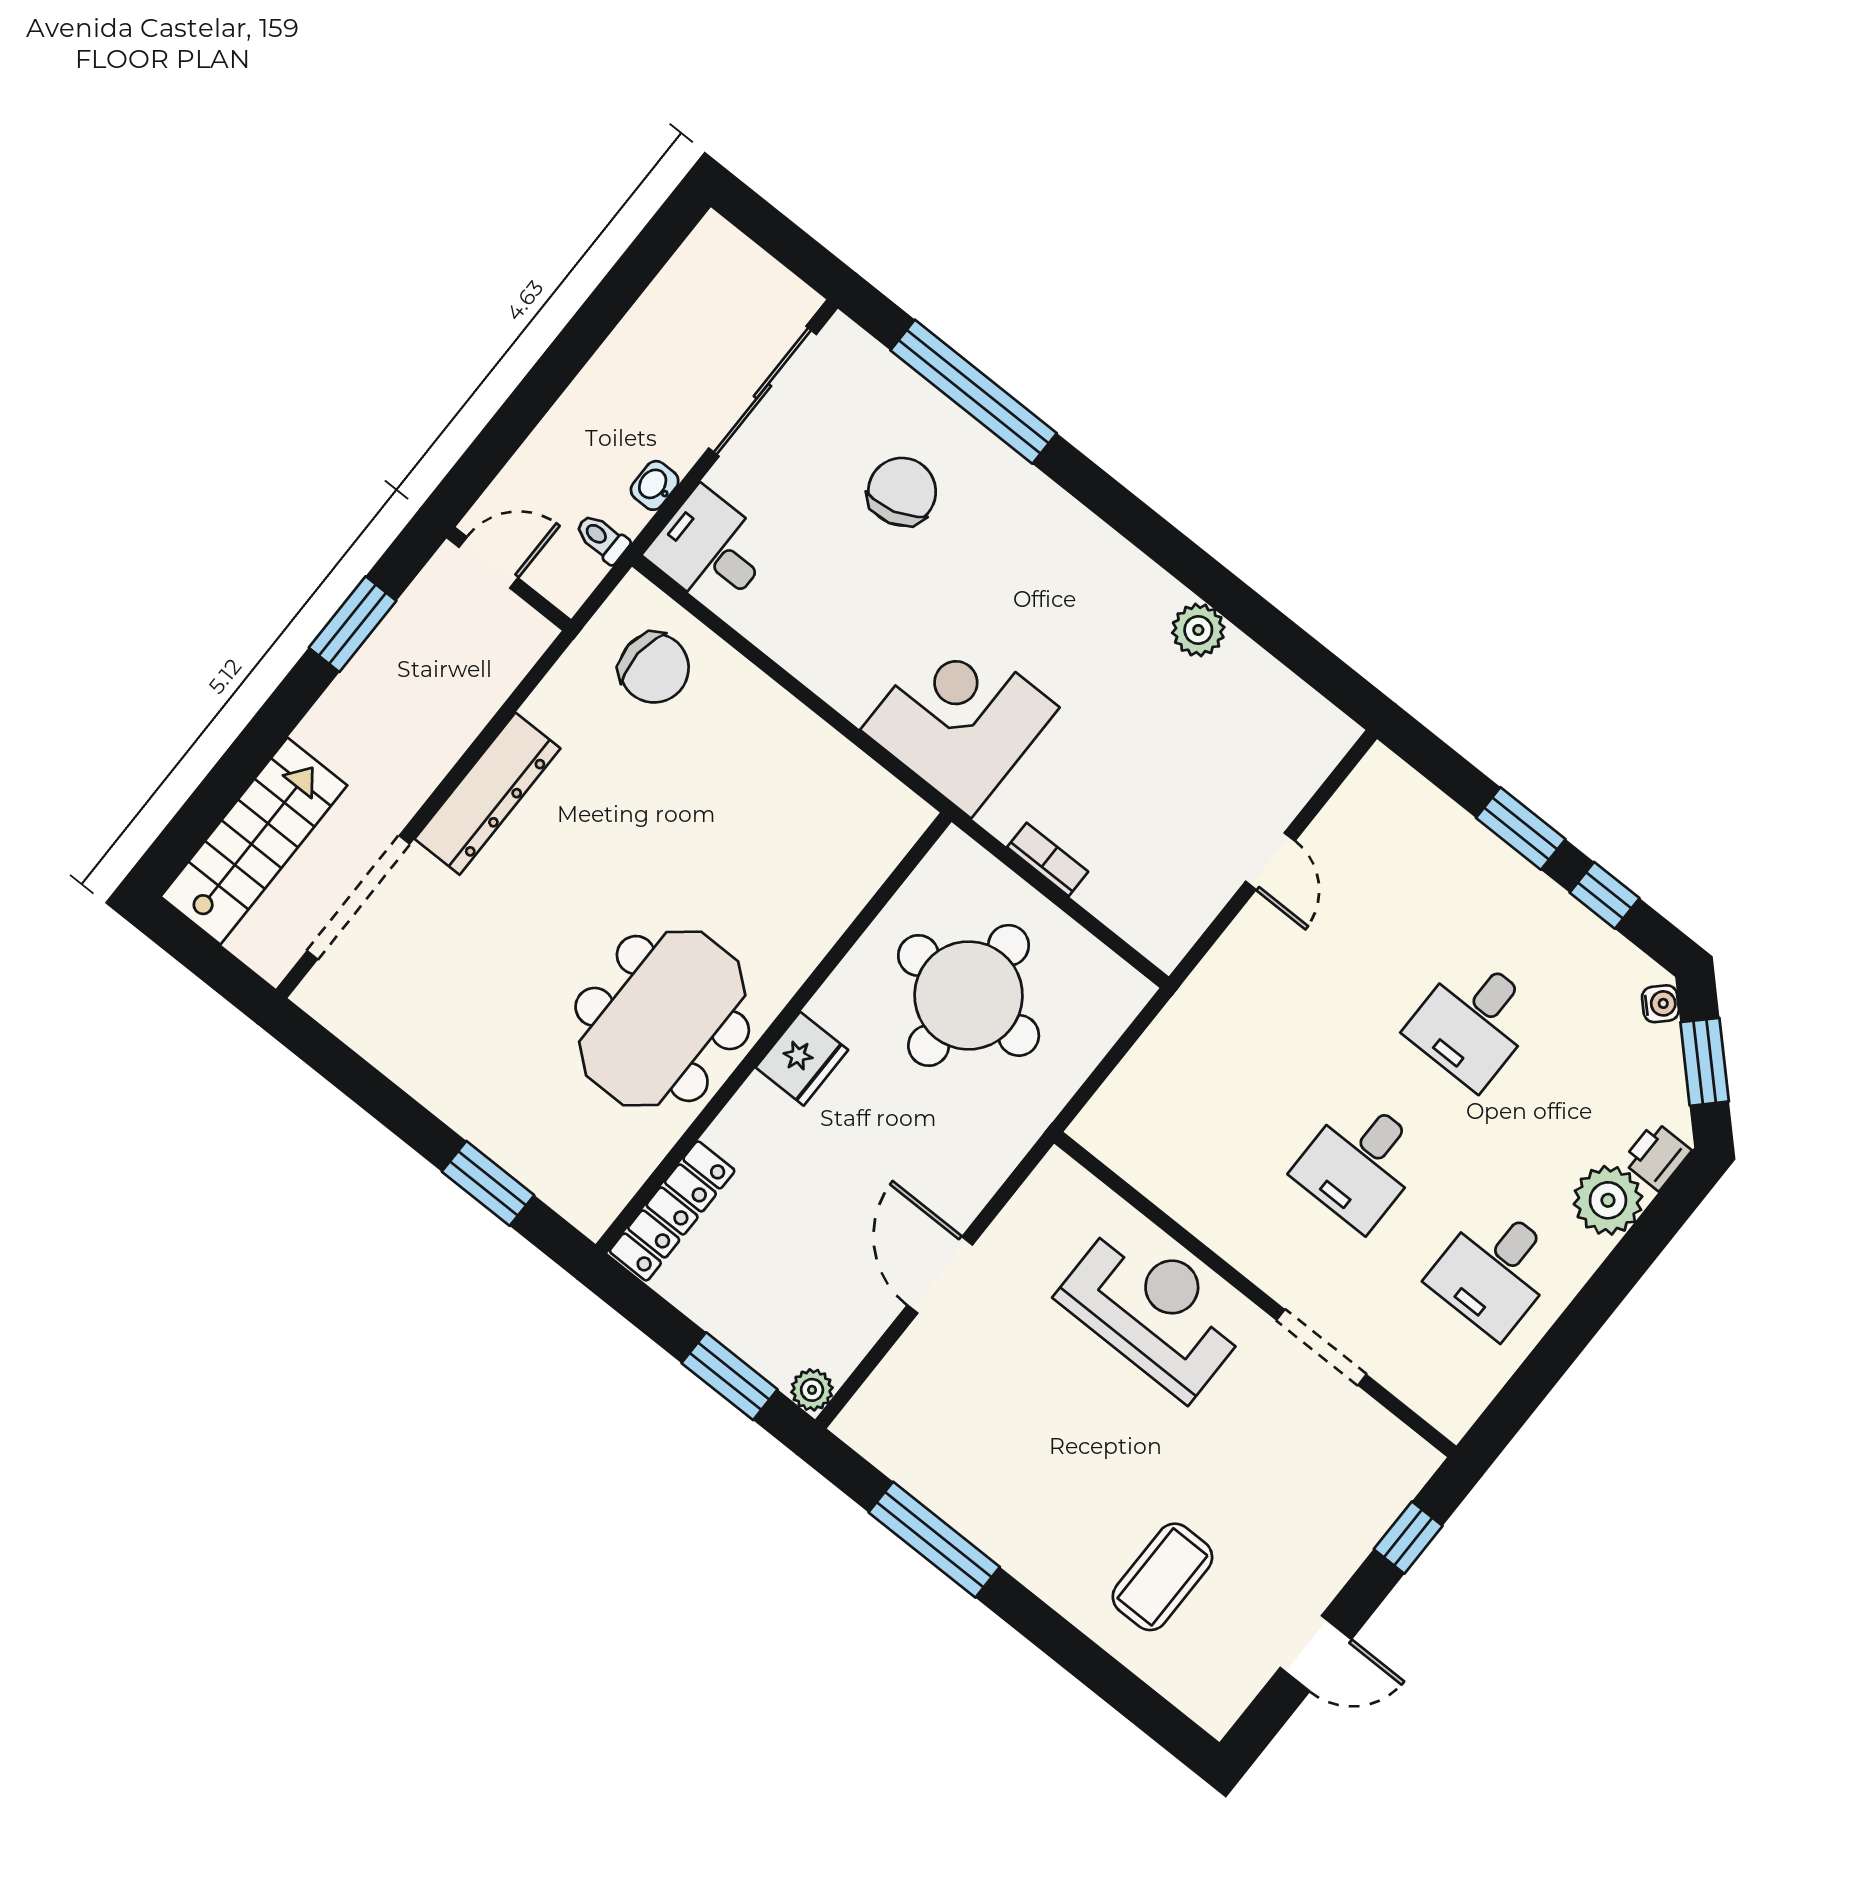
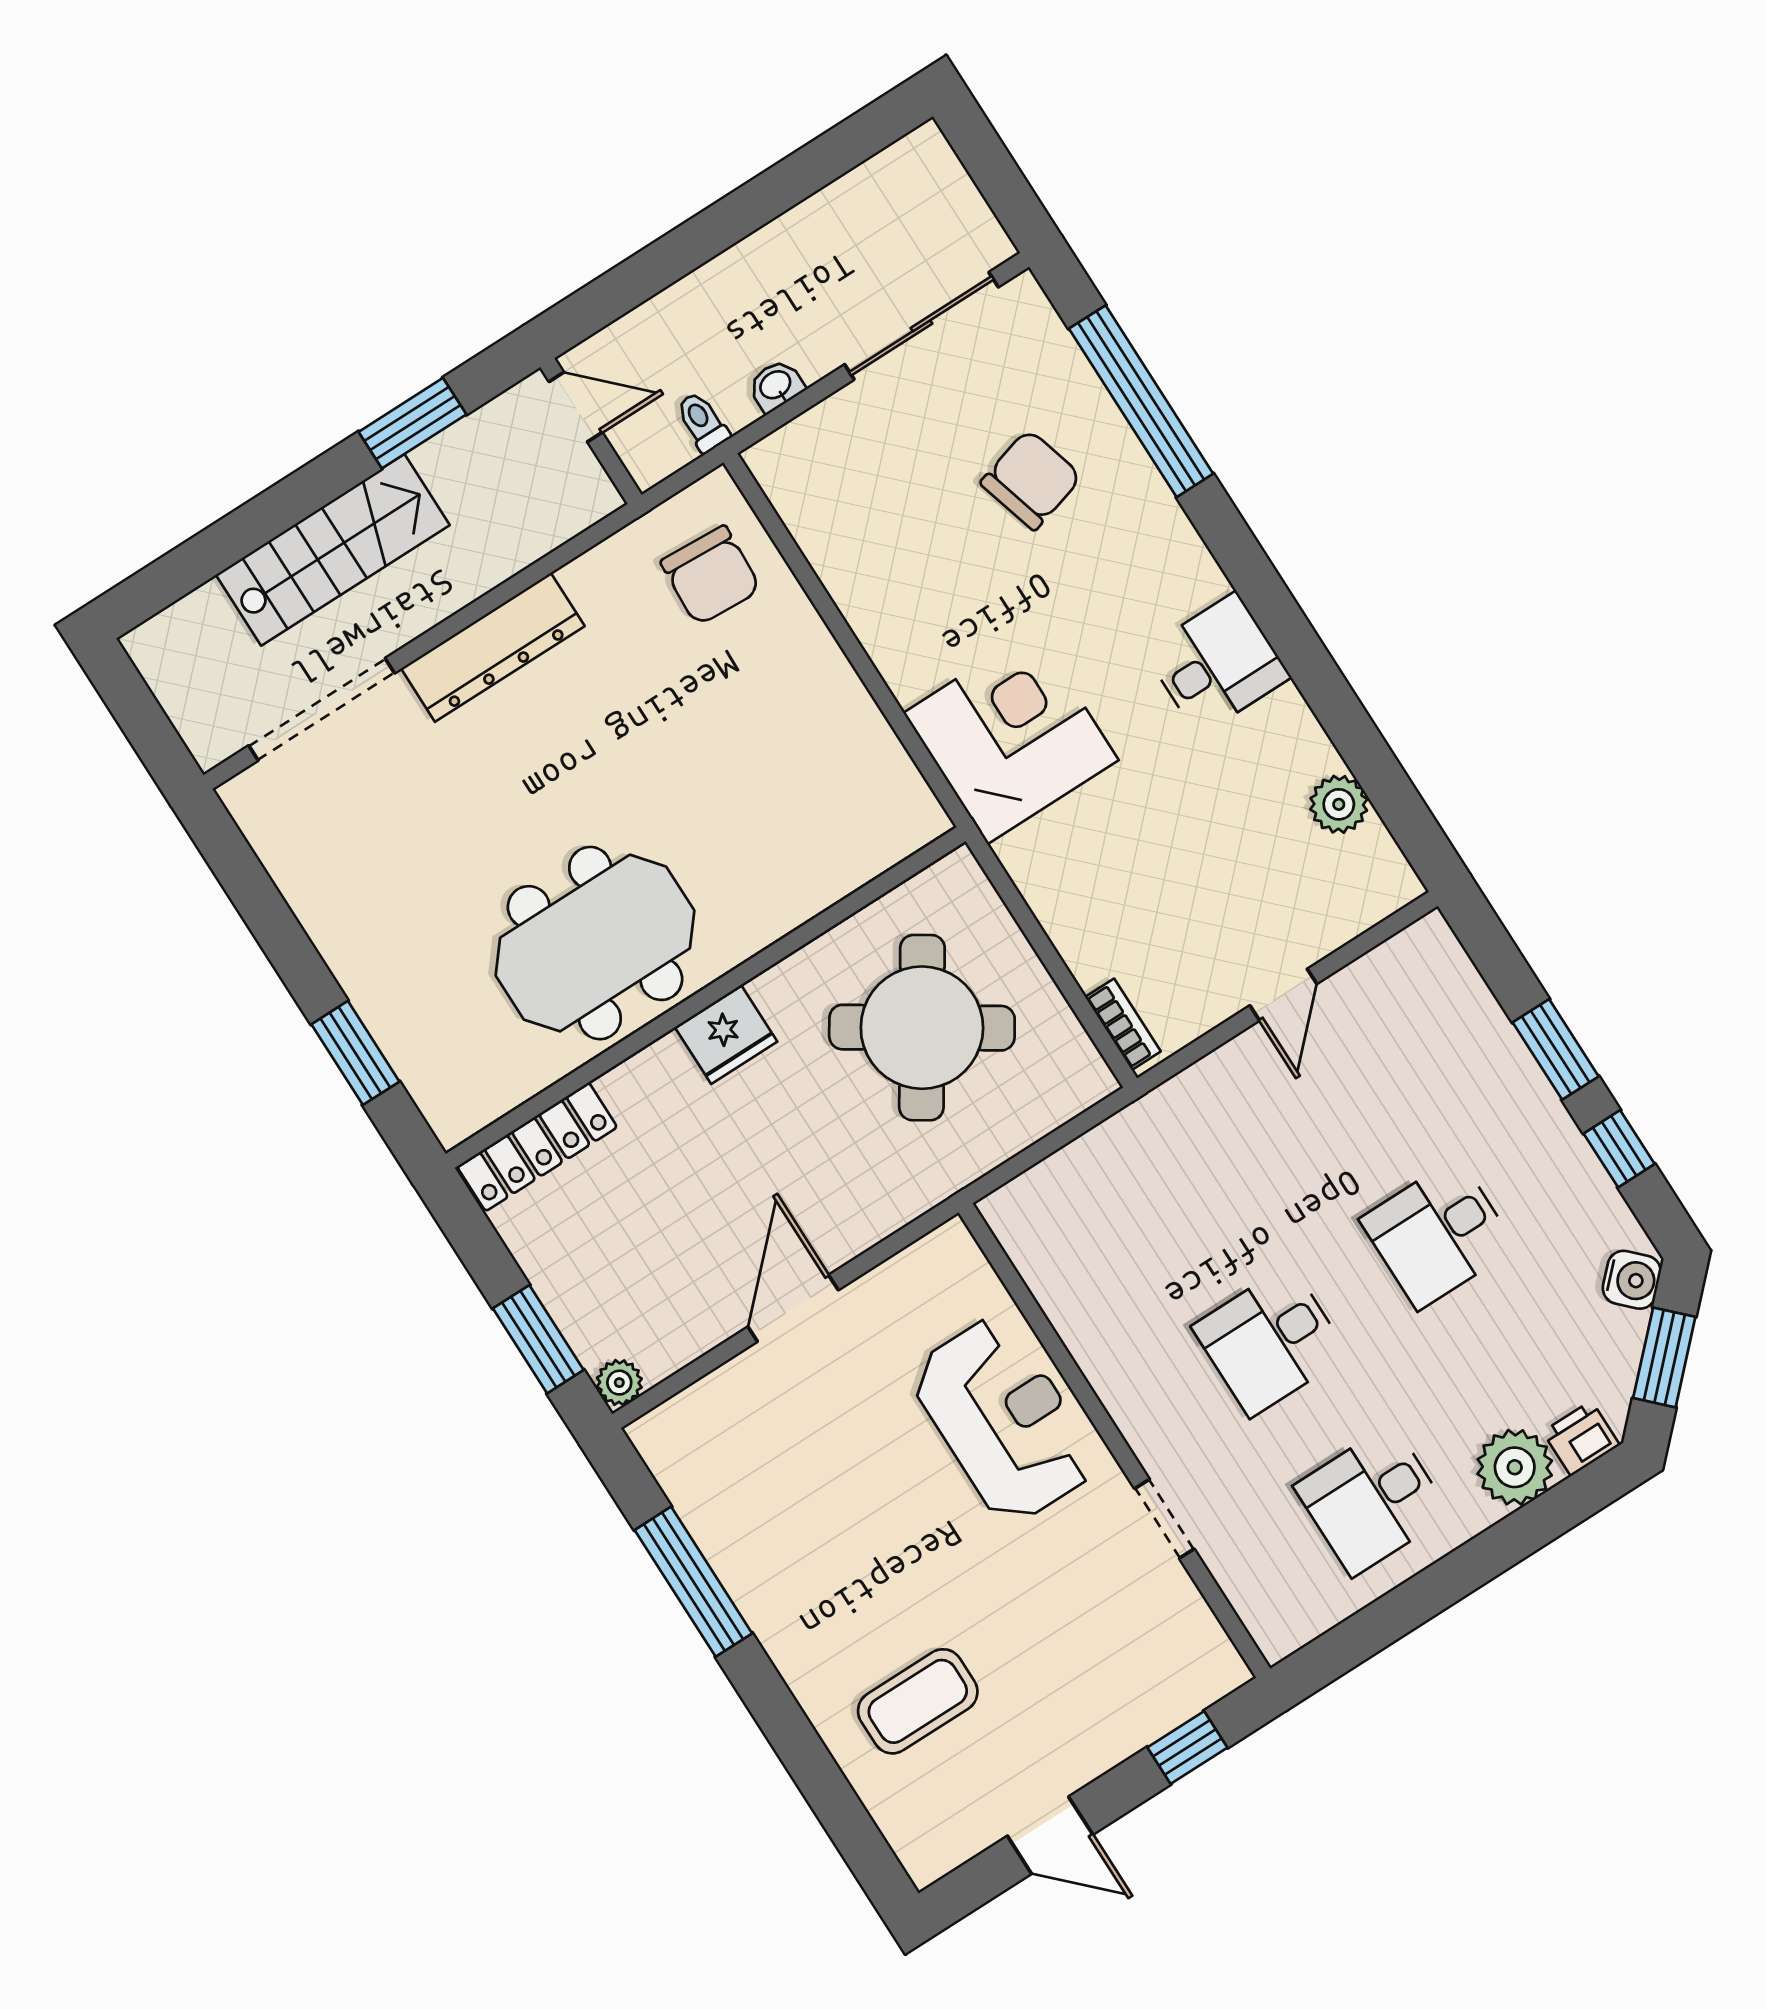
desk: (710, 550) -> (1217, 664), moved, turned 90
plant: (1198, 630) -> (1339, 804), moved
stairs: (254, 841) -> (333, 550), moved
bookcase: (1048, 859) -> (1123, 1024), moved
round table: (969, 995) -> (922, 1028), turned 33
water cooler: (1660, 1004) -> (1632, 1280), width x1.38, depth x1.38
doorway: (1321, 1347) -> (1164, 1519), width x0.73

